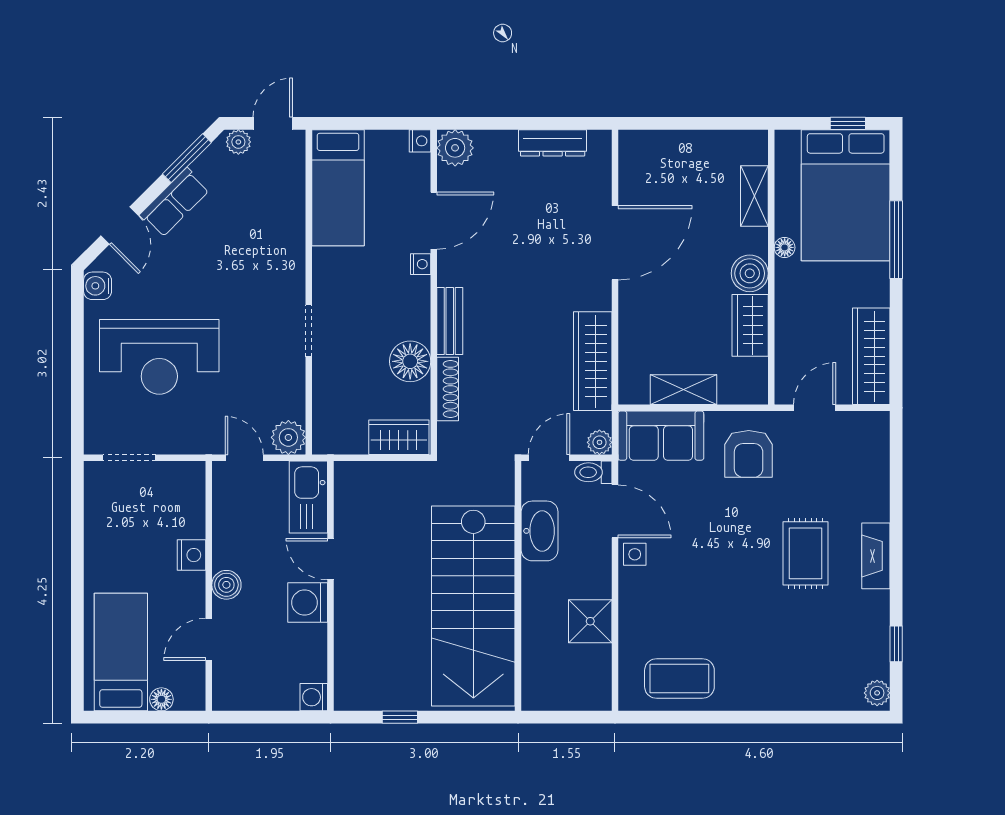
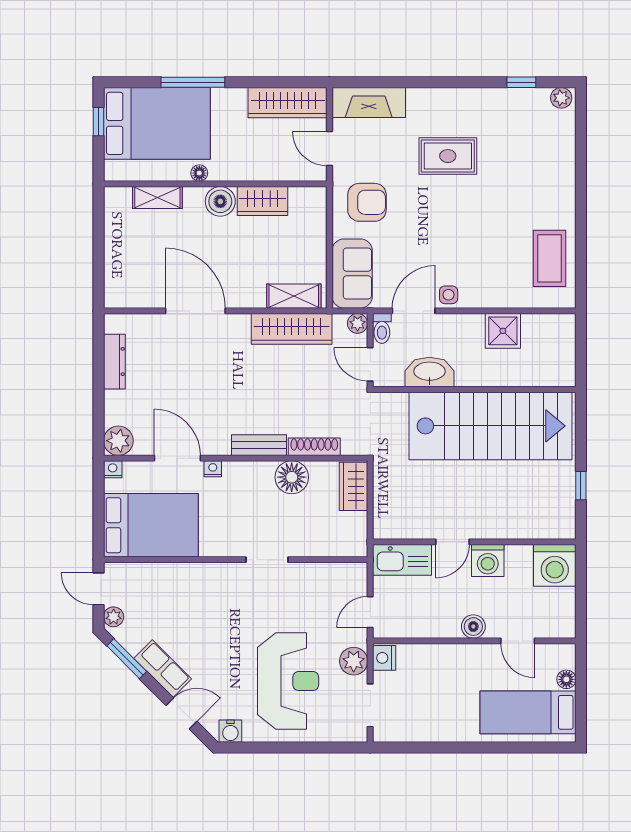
bed: (338, 188) -> (151, 525), width x1.50
shelving: (683, 390) -> (294, 296), moved, turned 90
plant: (288, 437) -> (354, 661), moved
nightstand: (192, 555) -> (384, 658), moved, turned -90
fireplace: (876, 556) -> (369, 102), moved, width x1.37, depth x1.32
washing machine: (314, 697) -> (555, 565), width x1.89, depth x1.89

